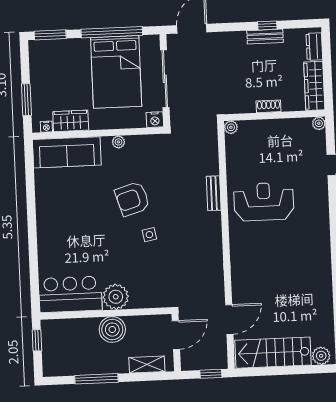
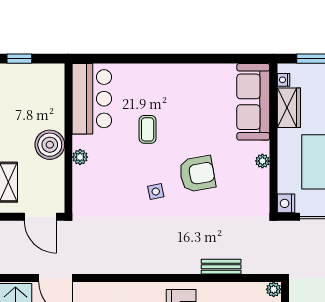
bench: (214, 193) -> (221, 267), moved
armchair: (132, 199) -> (197, 174), turned 97
coffee table: (95, 244) -> (148, 129), added
plant: (116, 297) -> (80, 157), width x0.53, depth x0.53
window: (37, 340) -> (19, 59), moved

